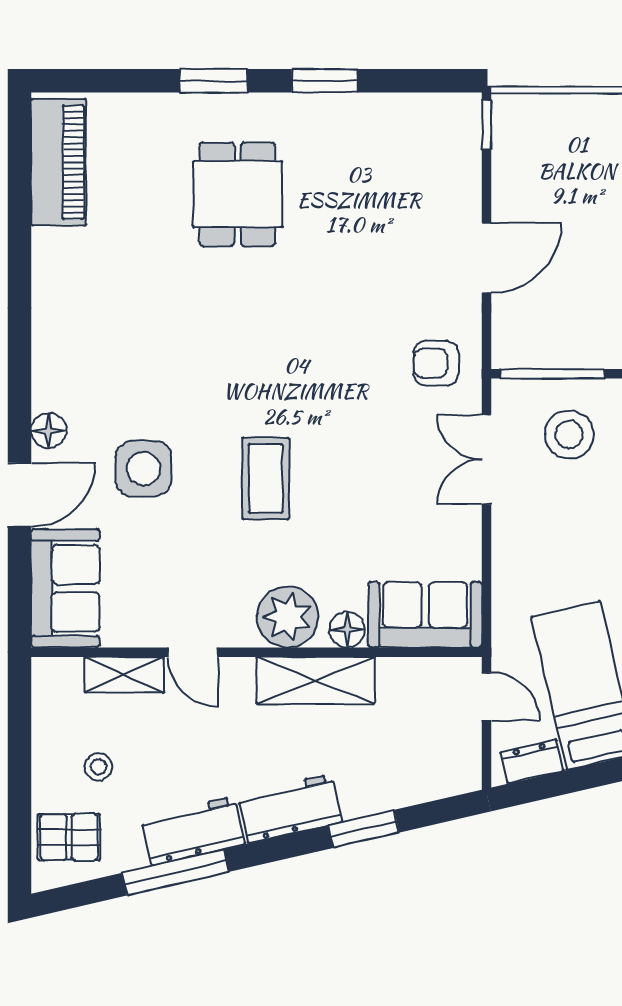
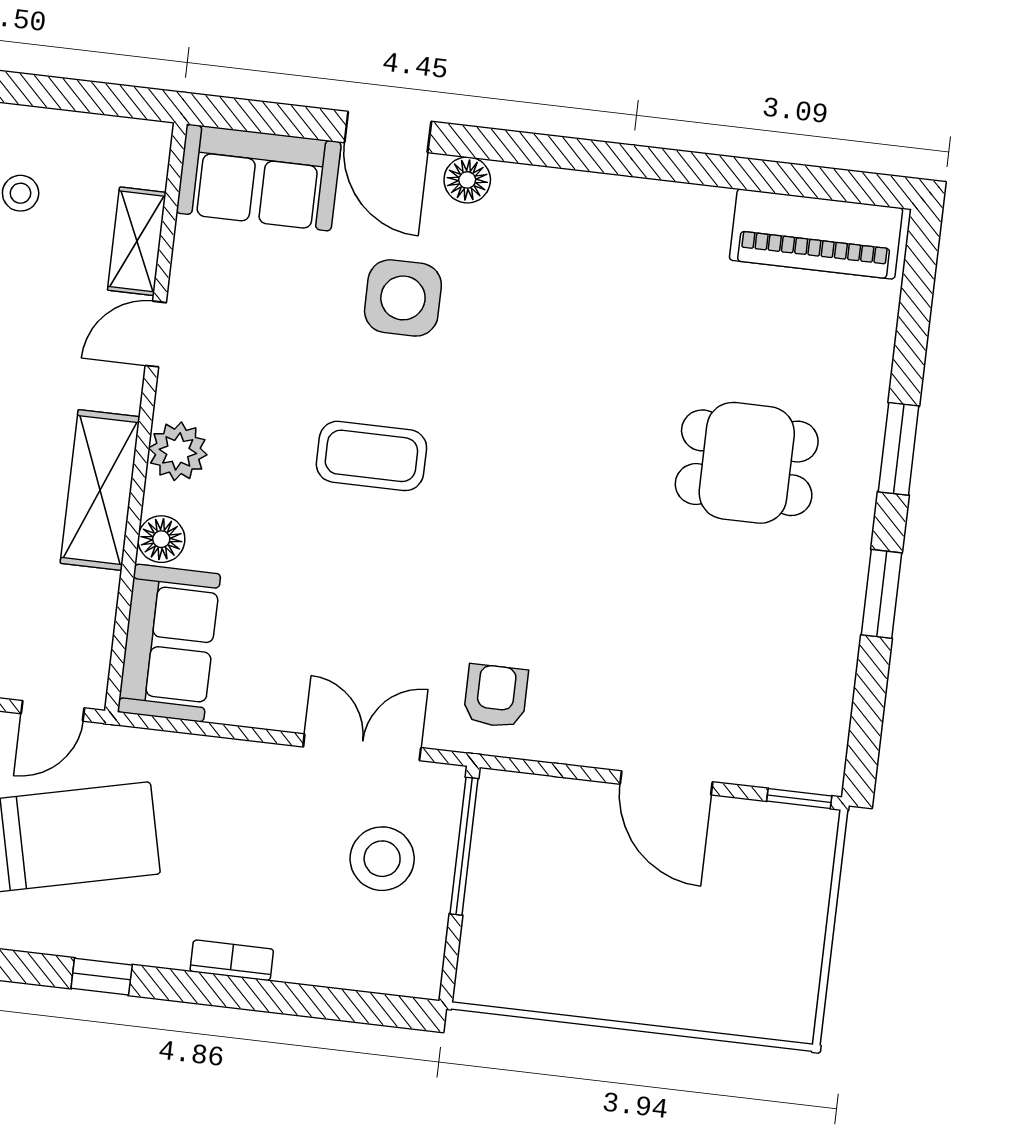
door: (487, 258) -> (666, 783), moved
plant: (288, 617) -> (178, 451), width x0.73, depth x0.73

